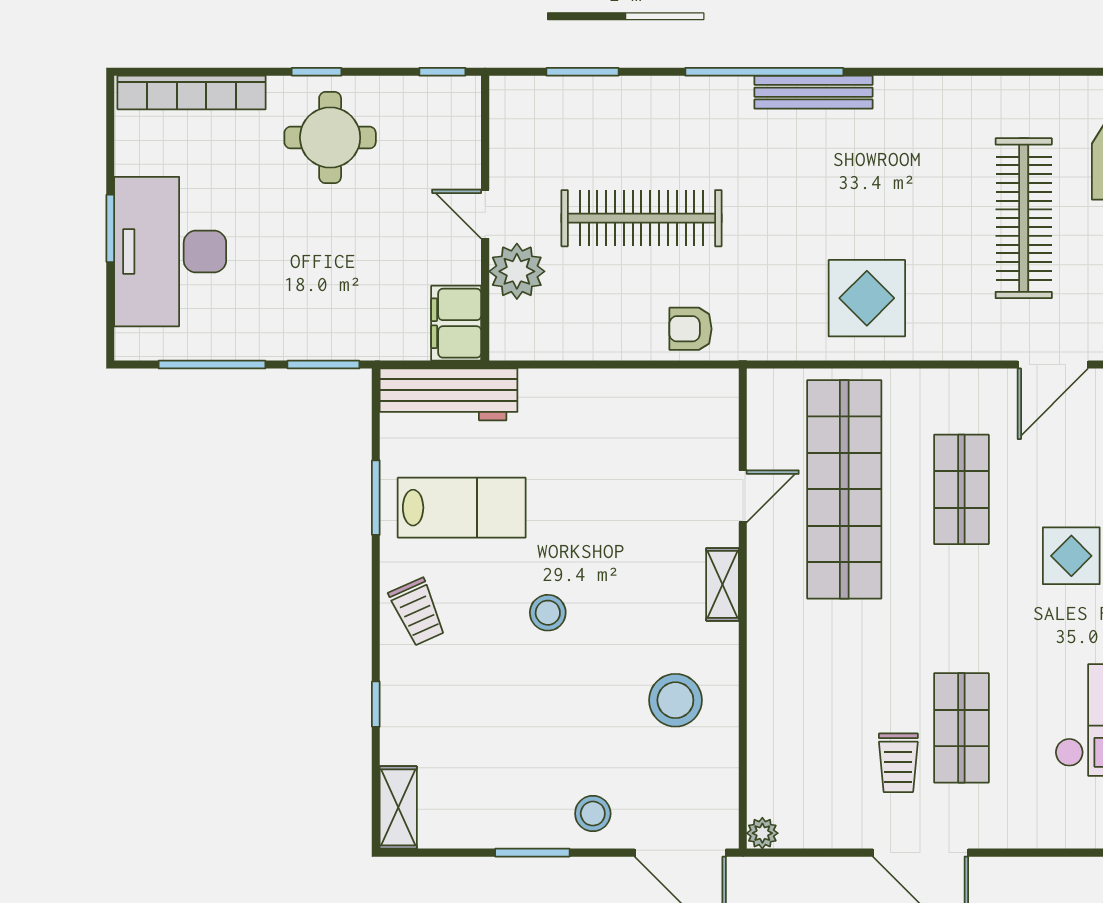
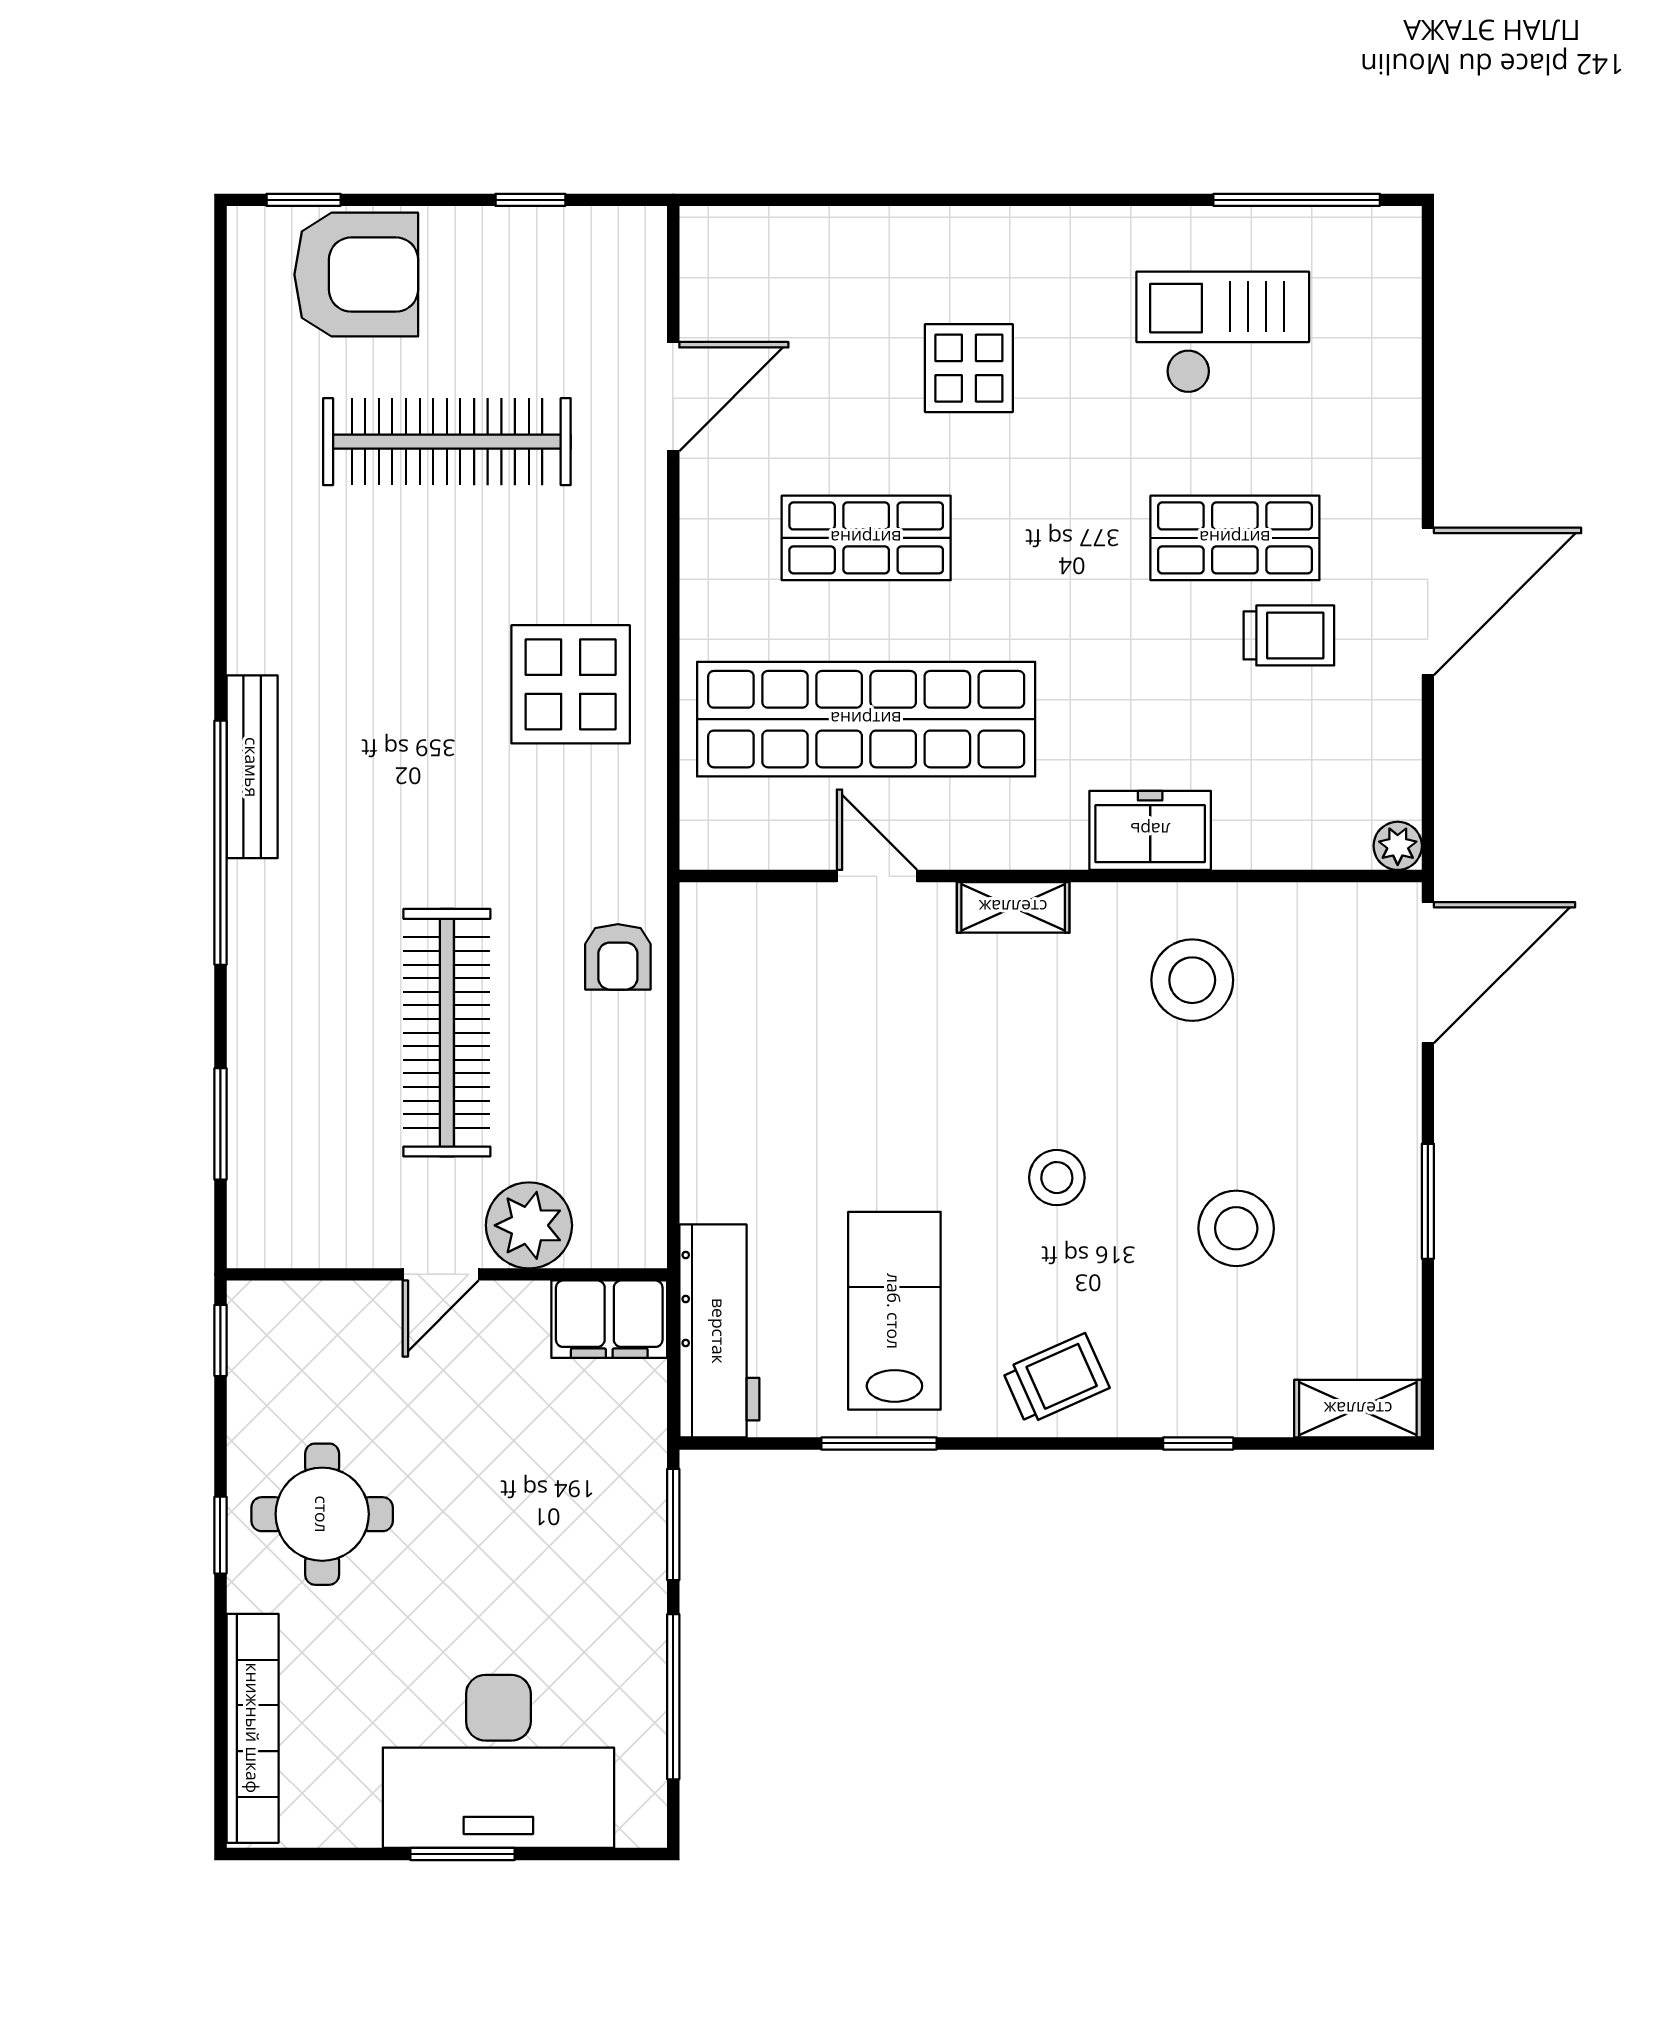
door: (1053, 365) -> (673, 397), hinge flipped
freezer: (772, 673) -> (1150, 830), added
stool: (593, 814) -> (1236, 1228), moved, width x1.38, depth x1.38

